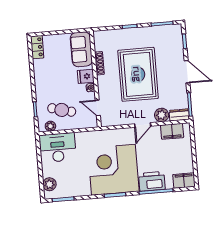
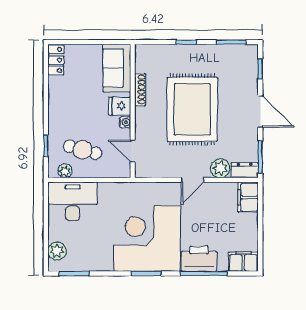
filing cabinet: (172, 131) -> (248, 197), moved, turned 90

